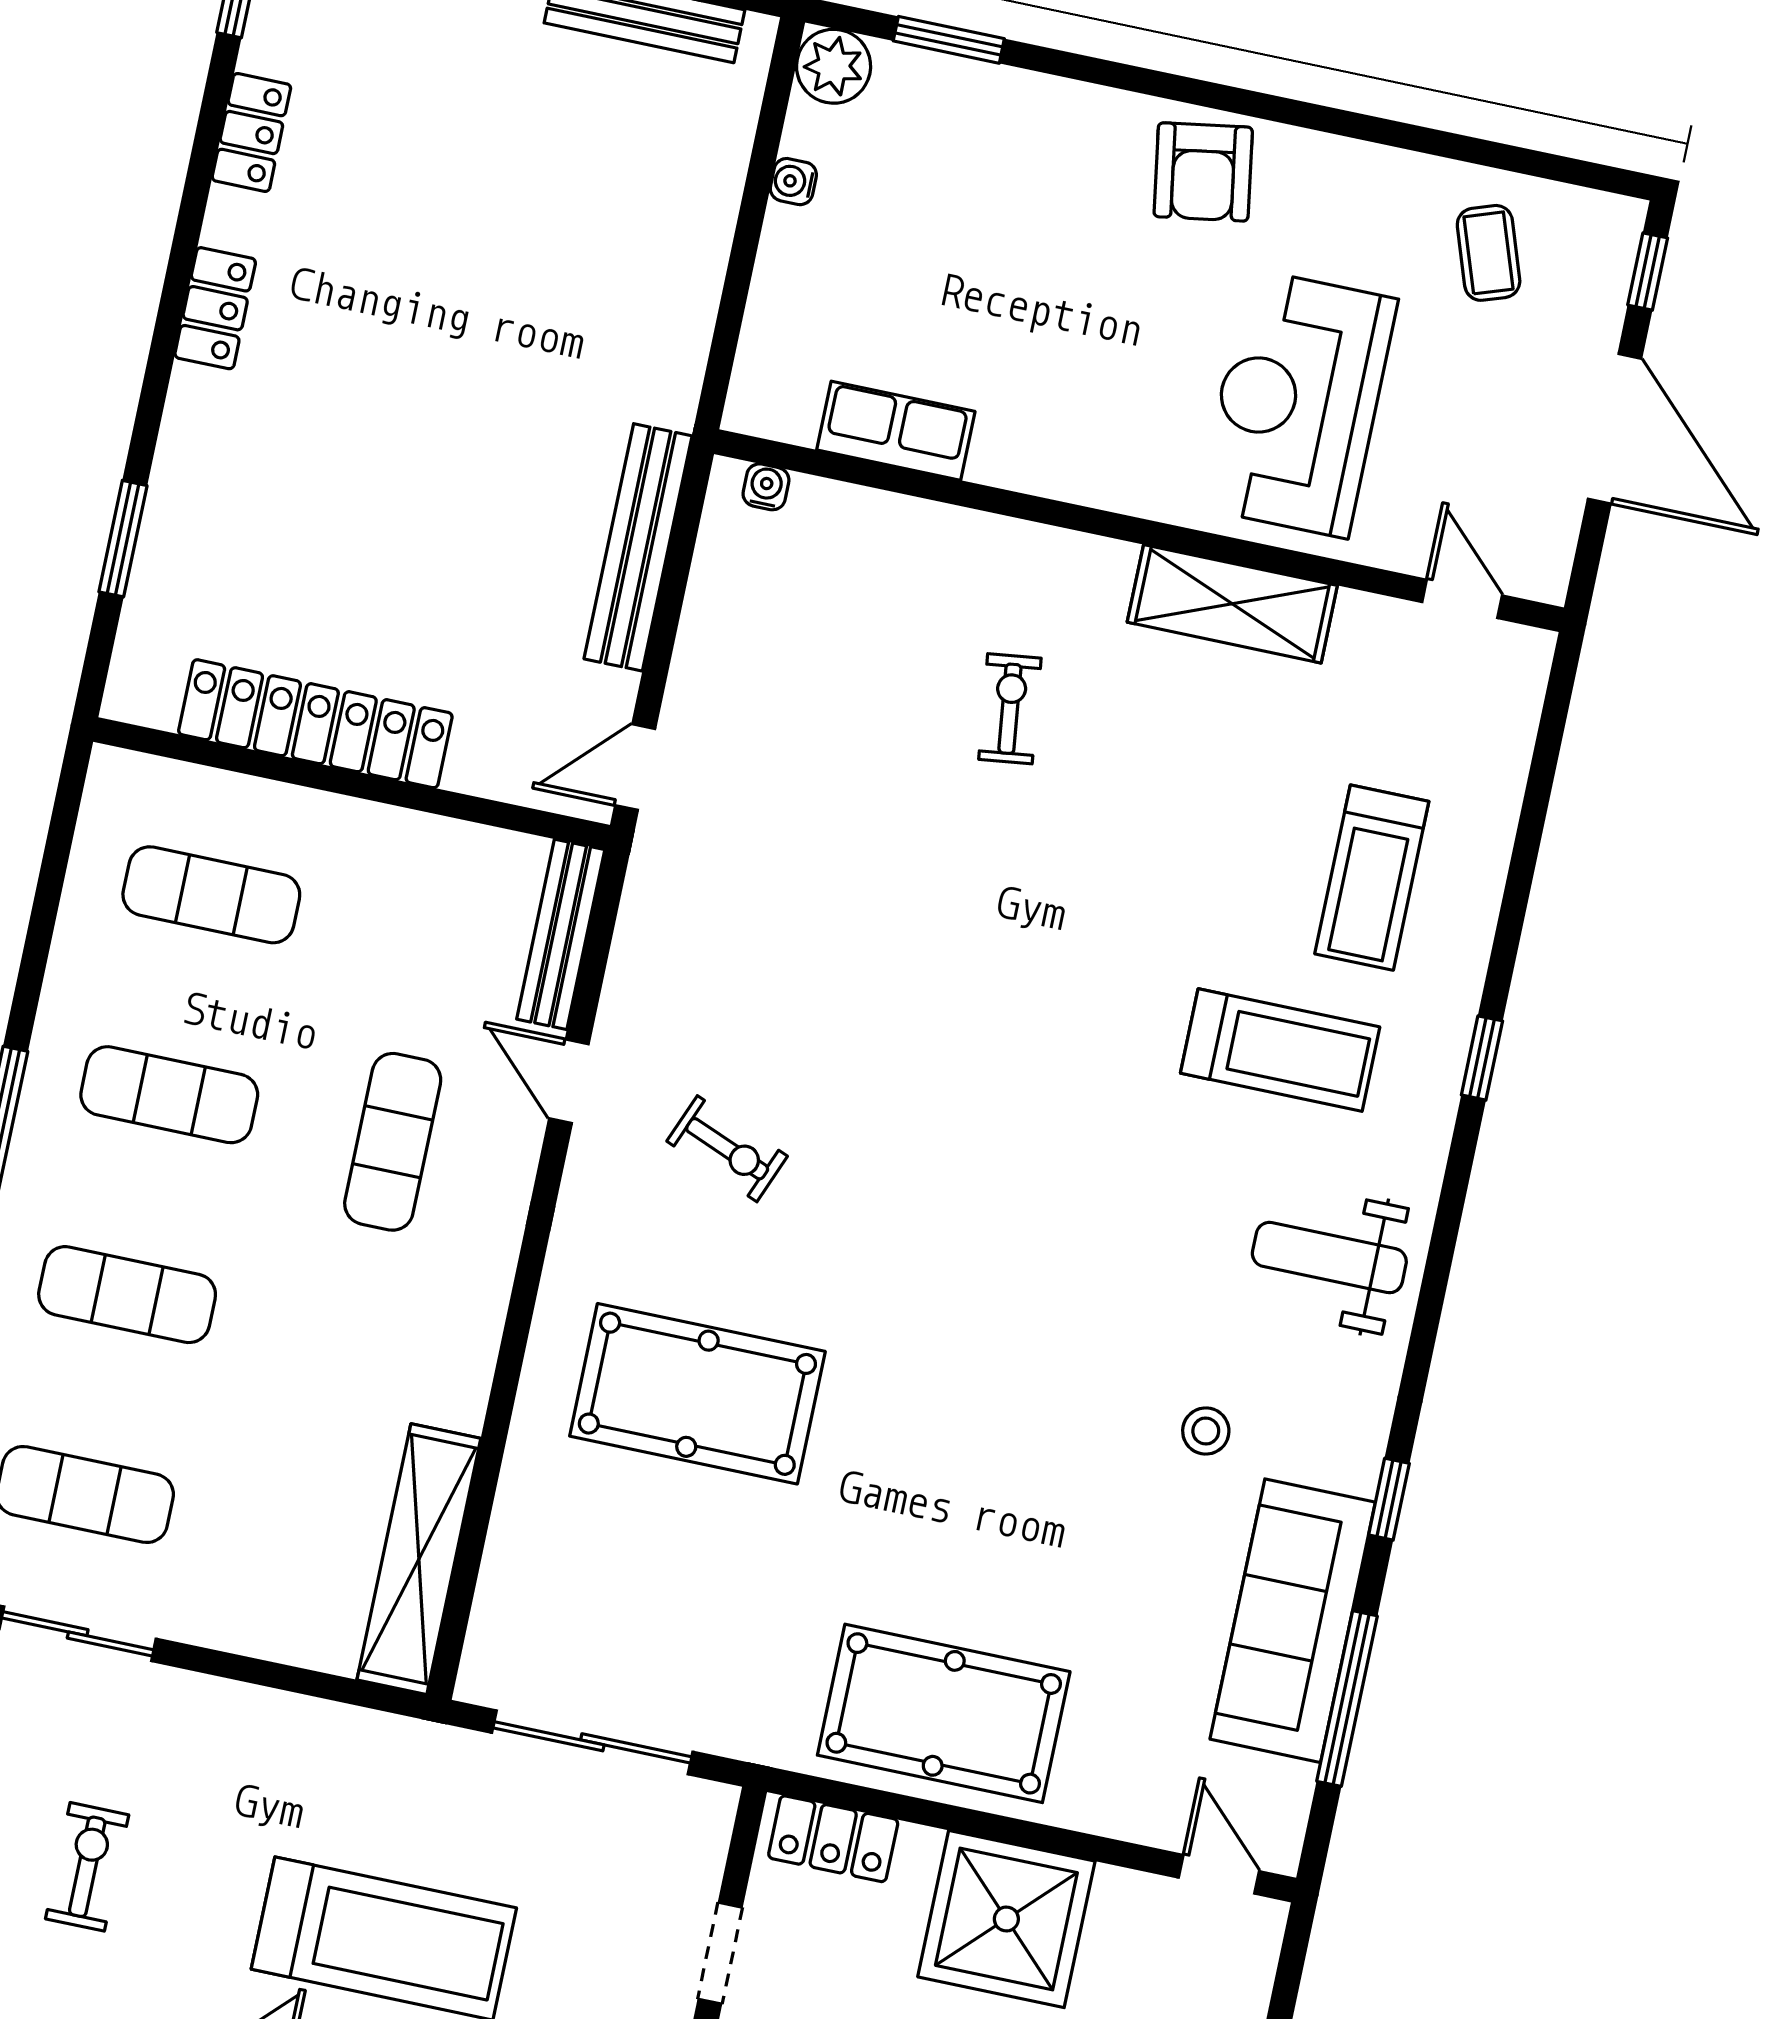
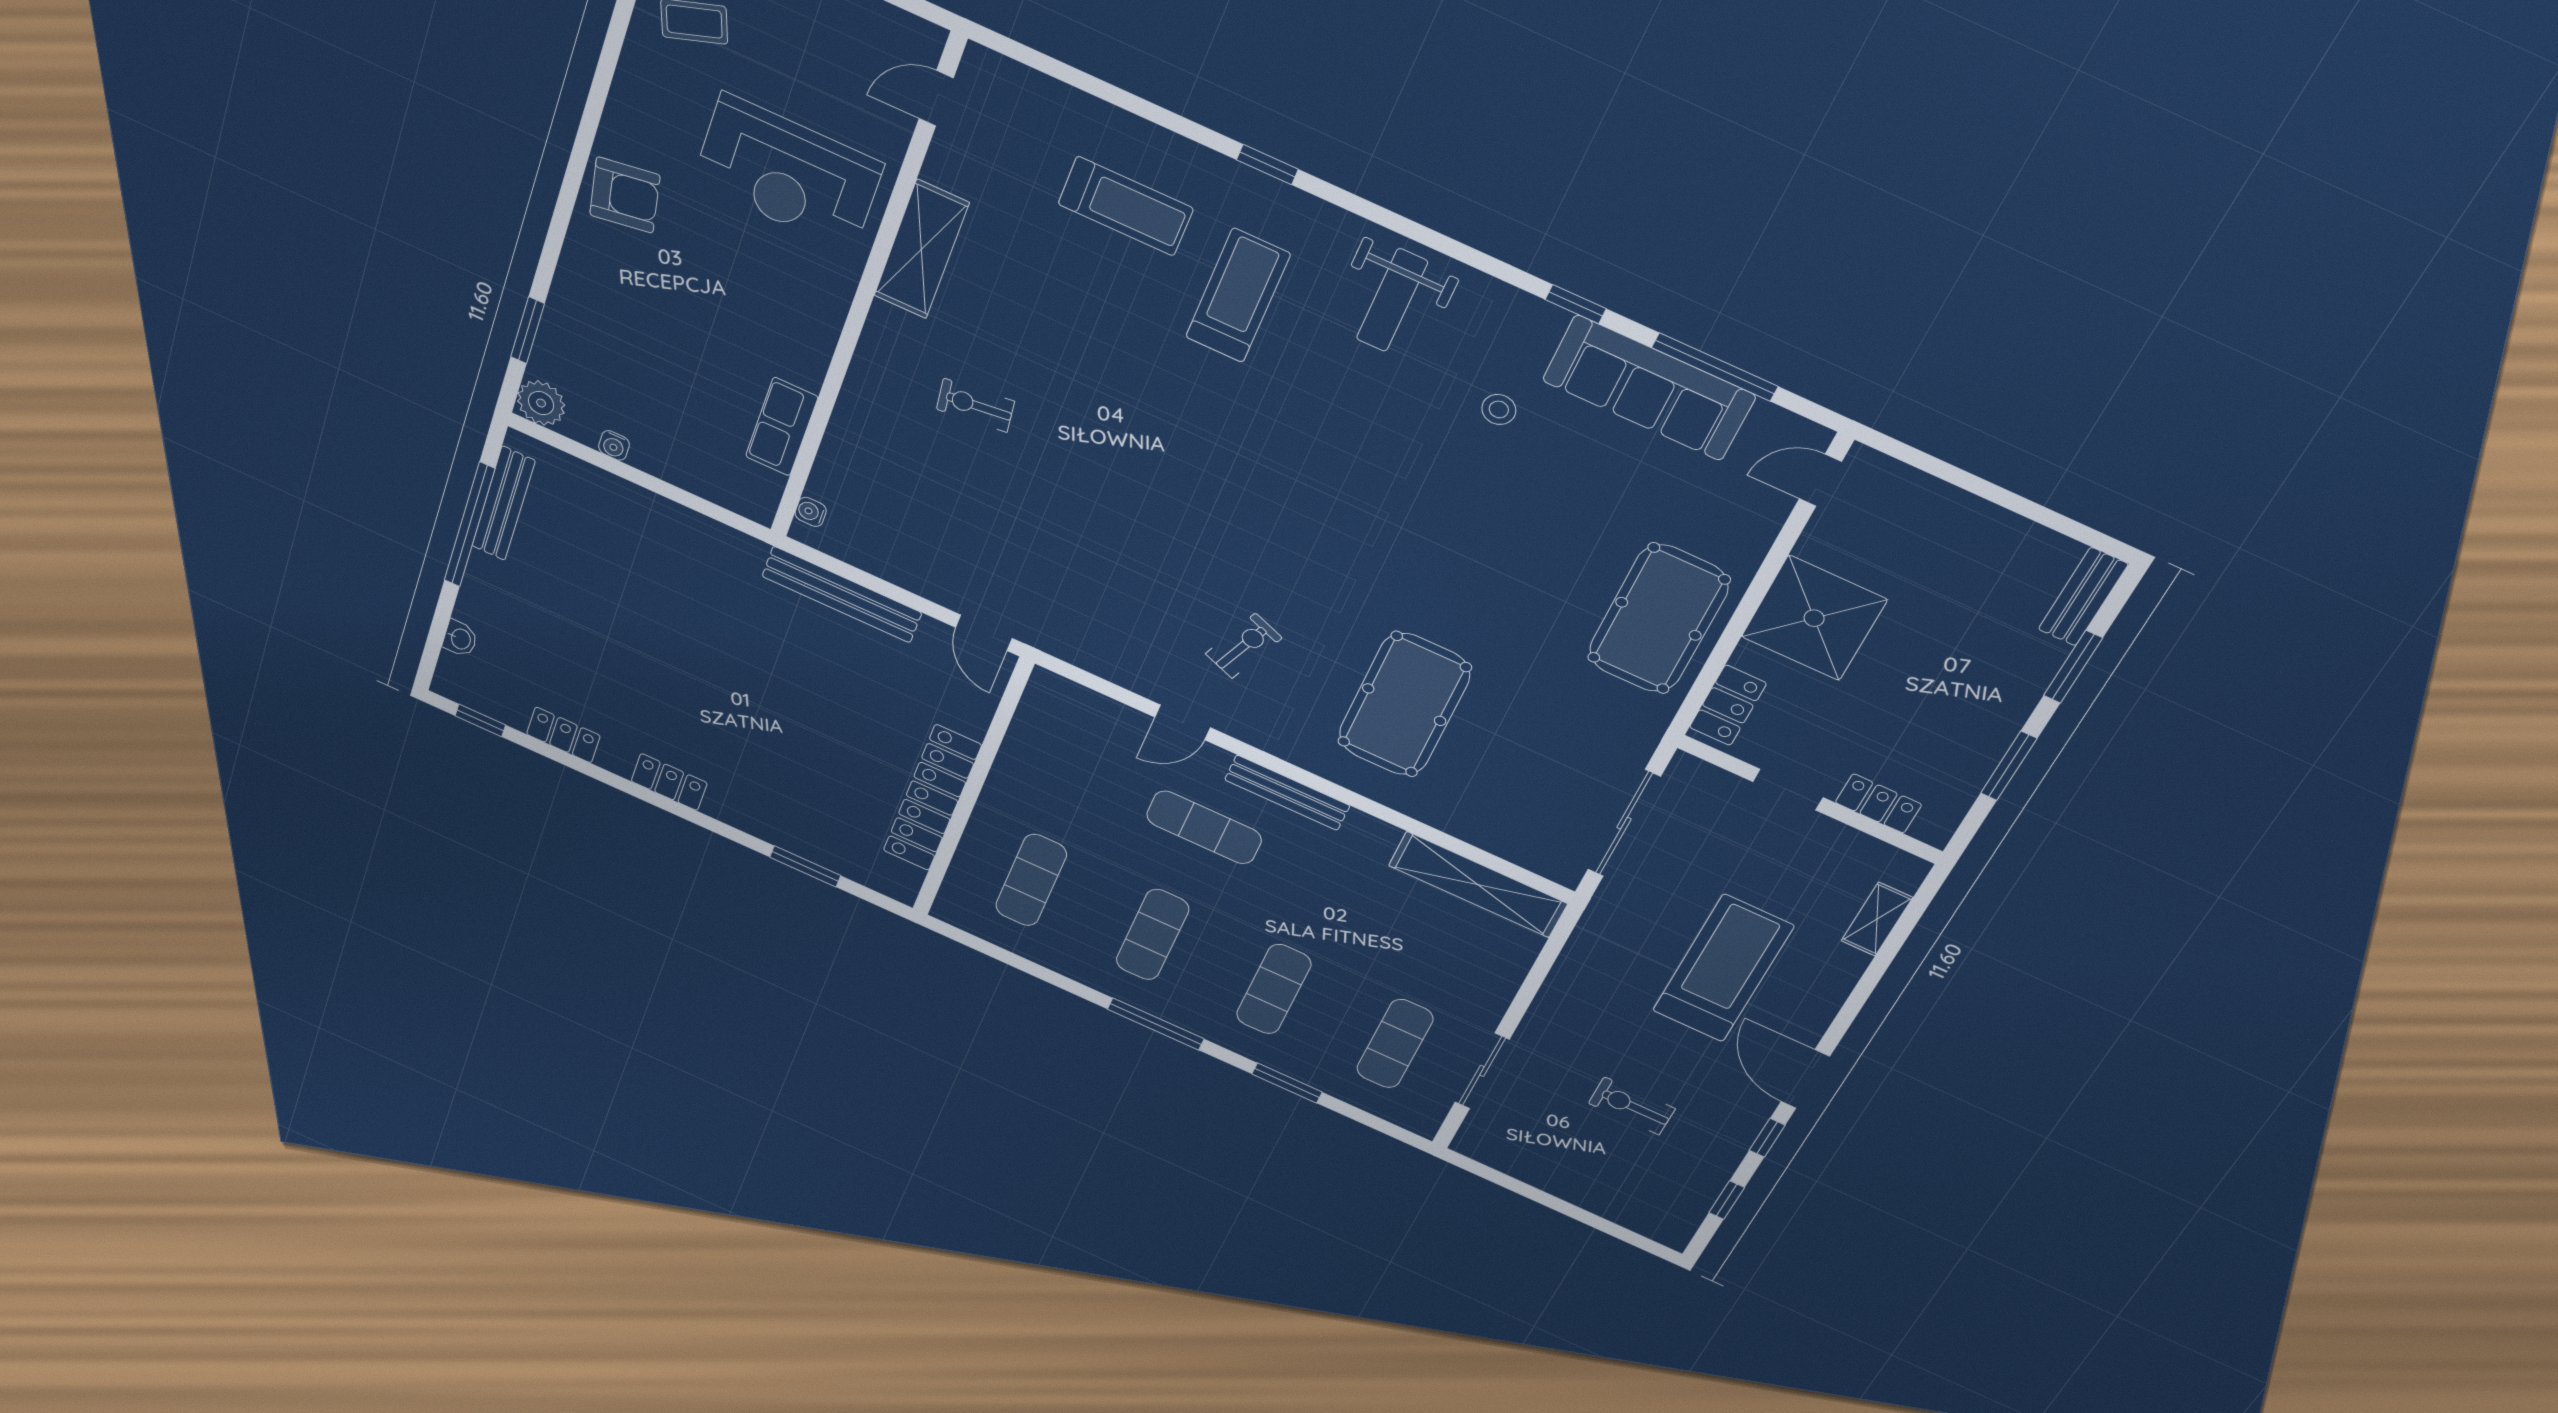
bench: (561, 934) -> (1287, 793), moved

